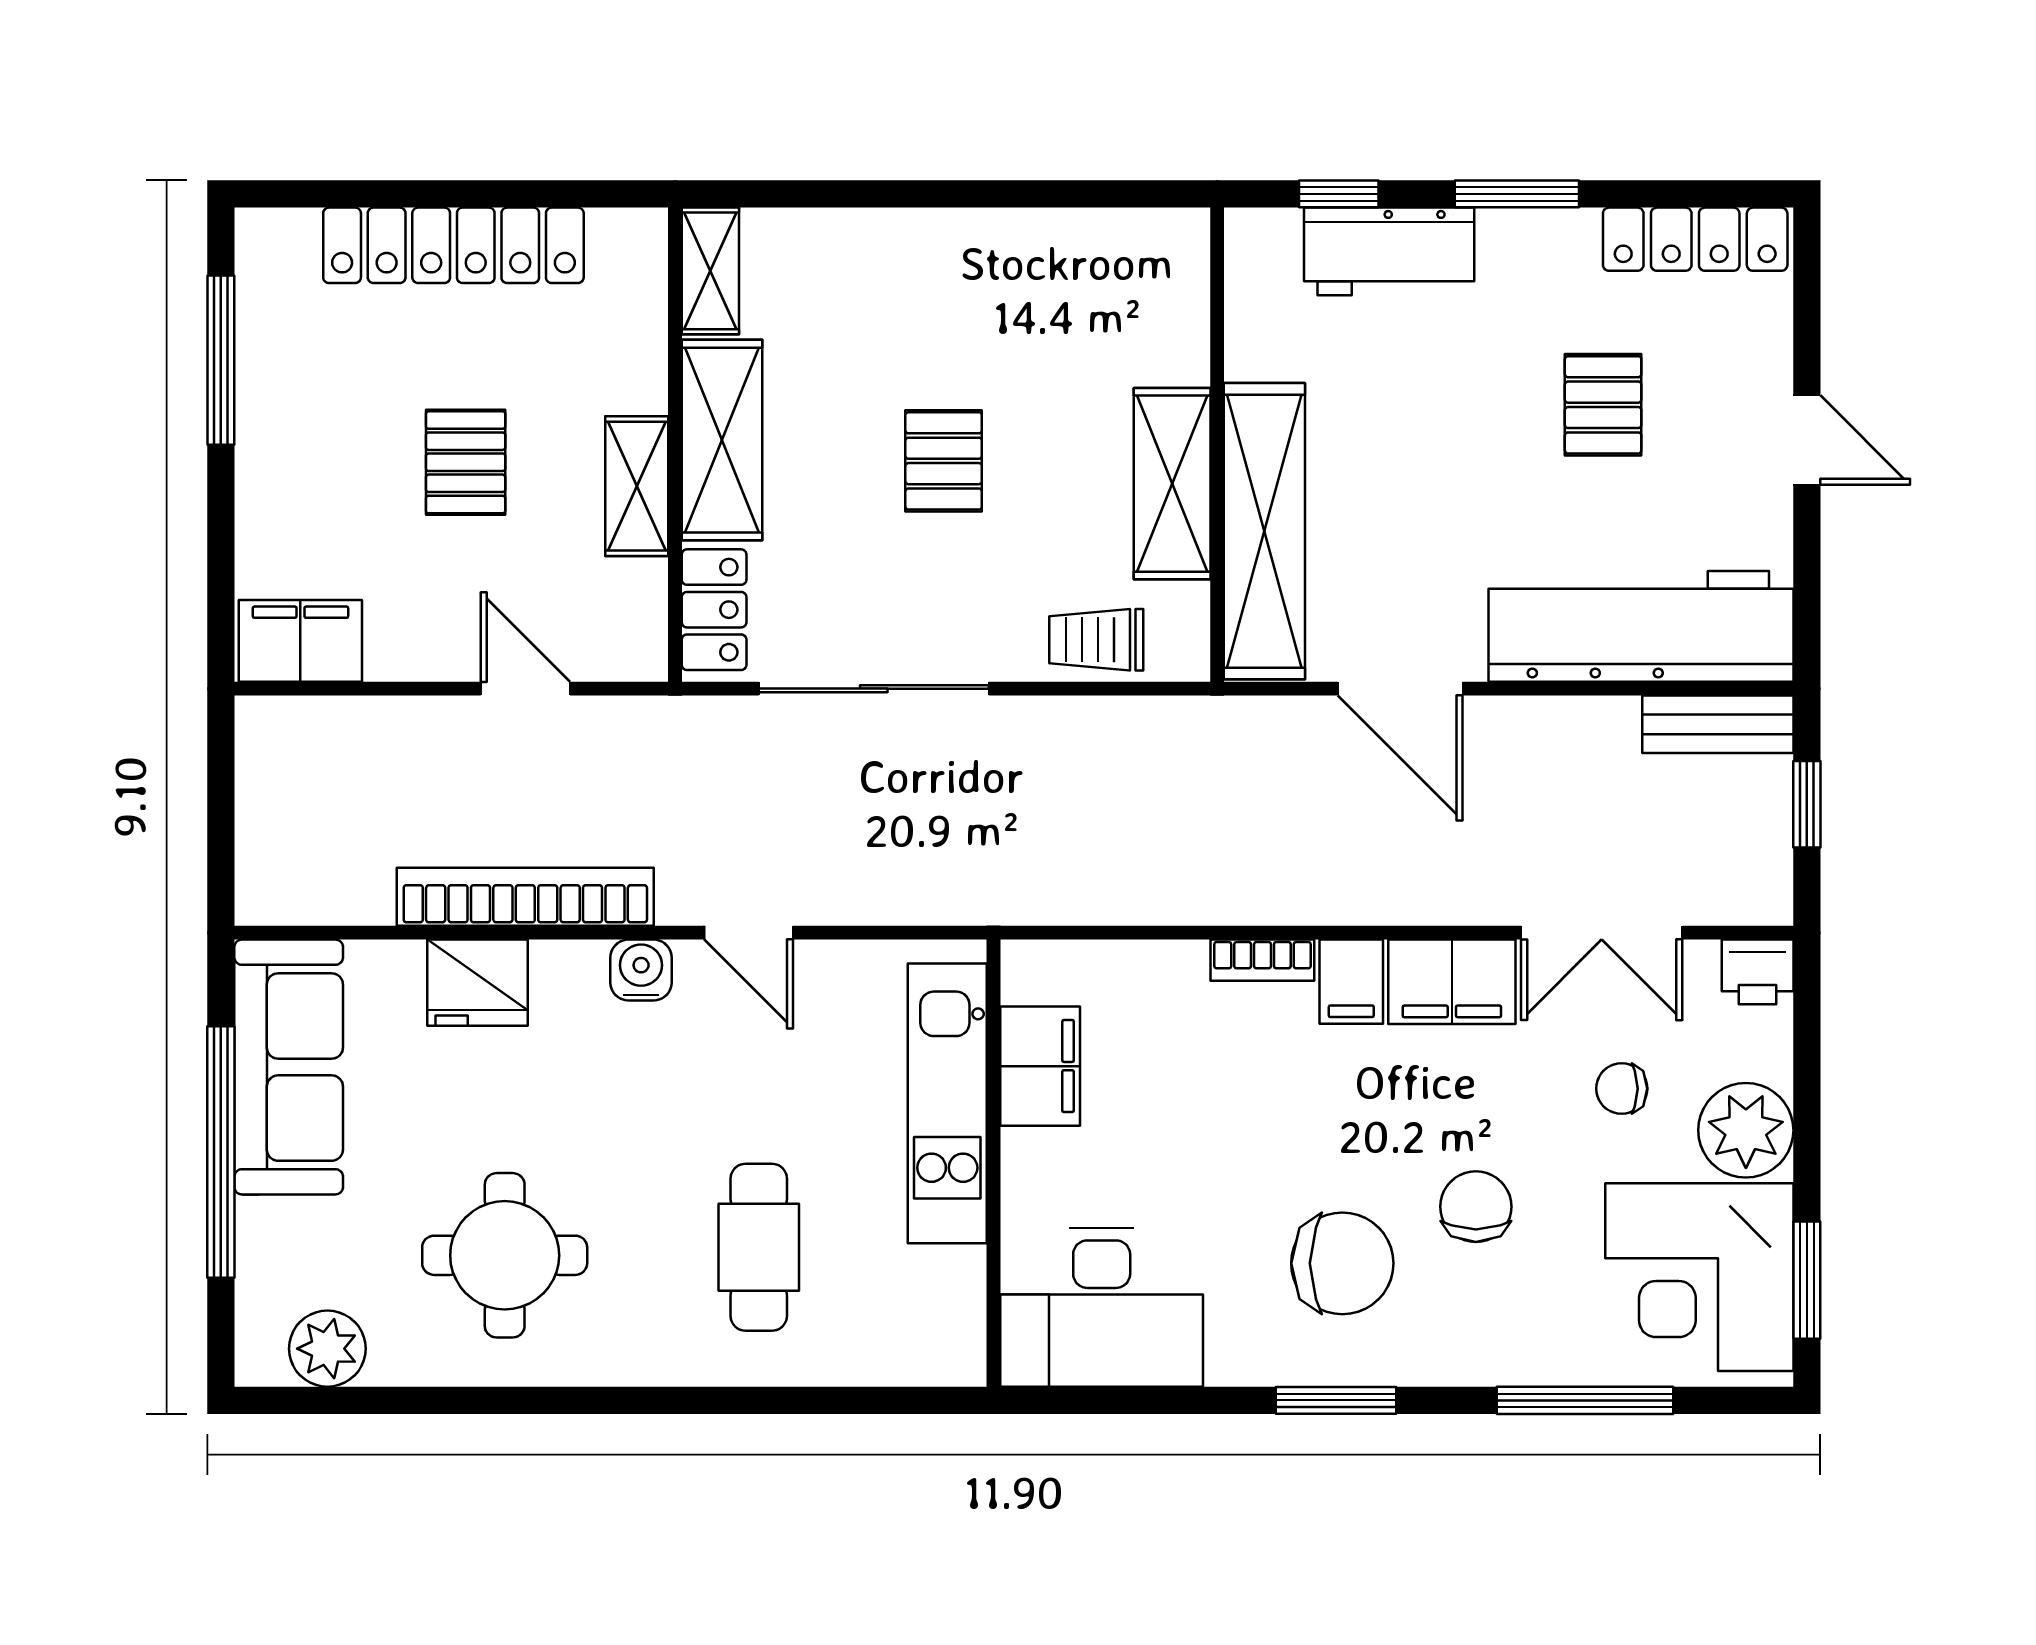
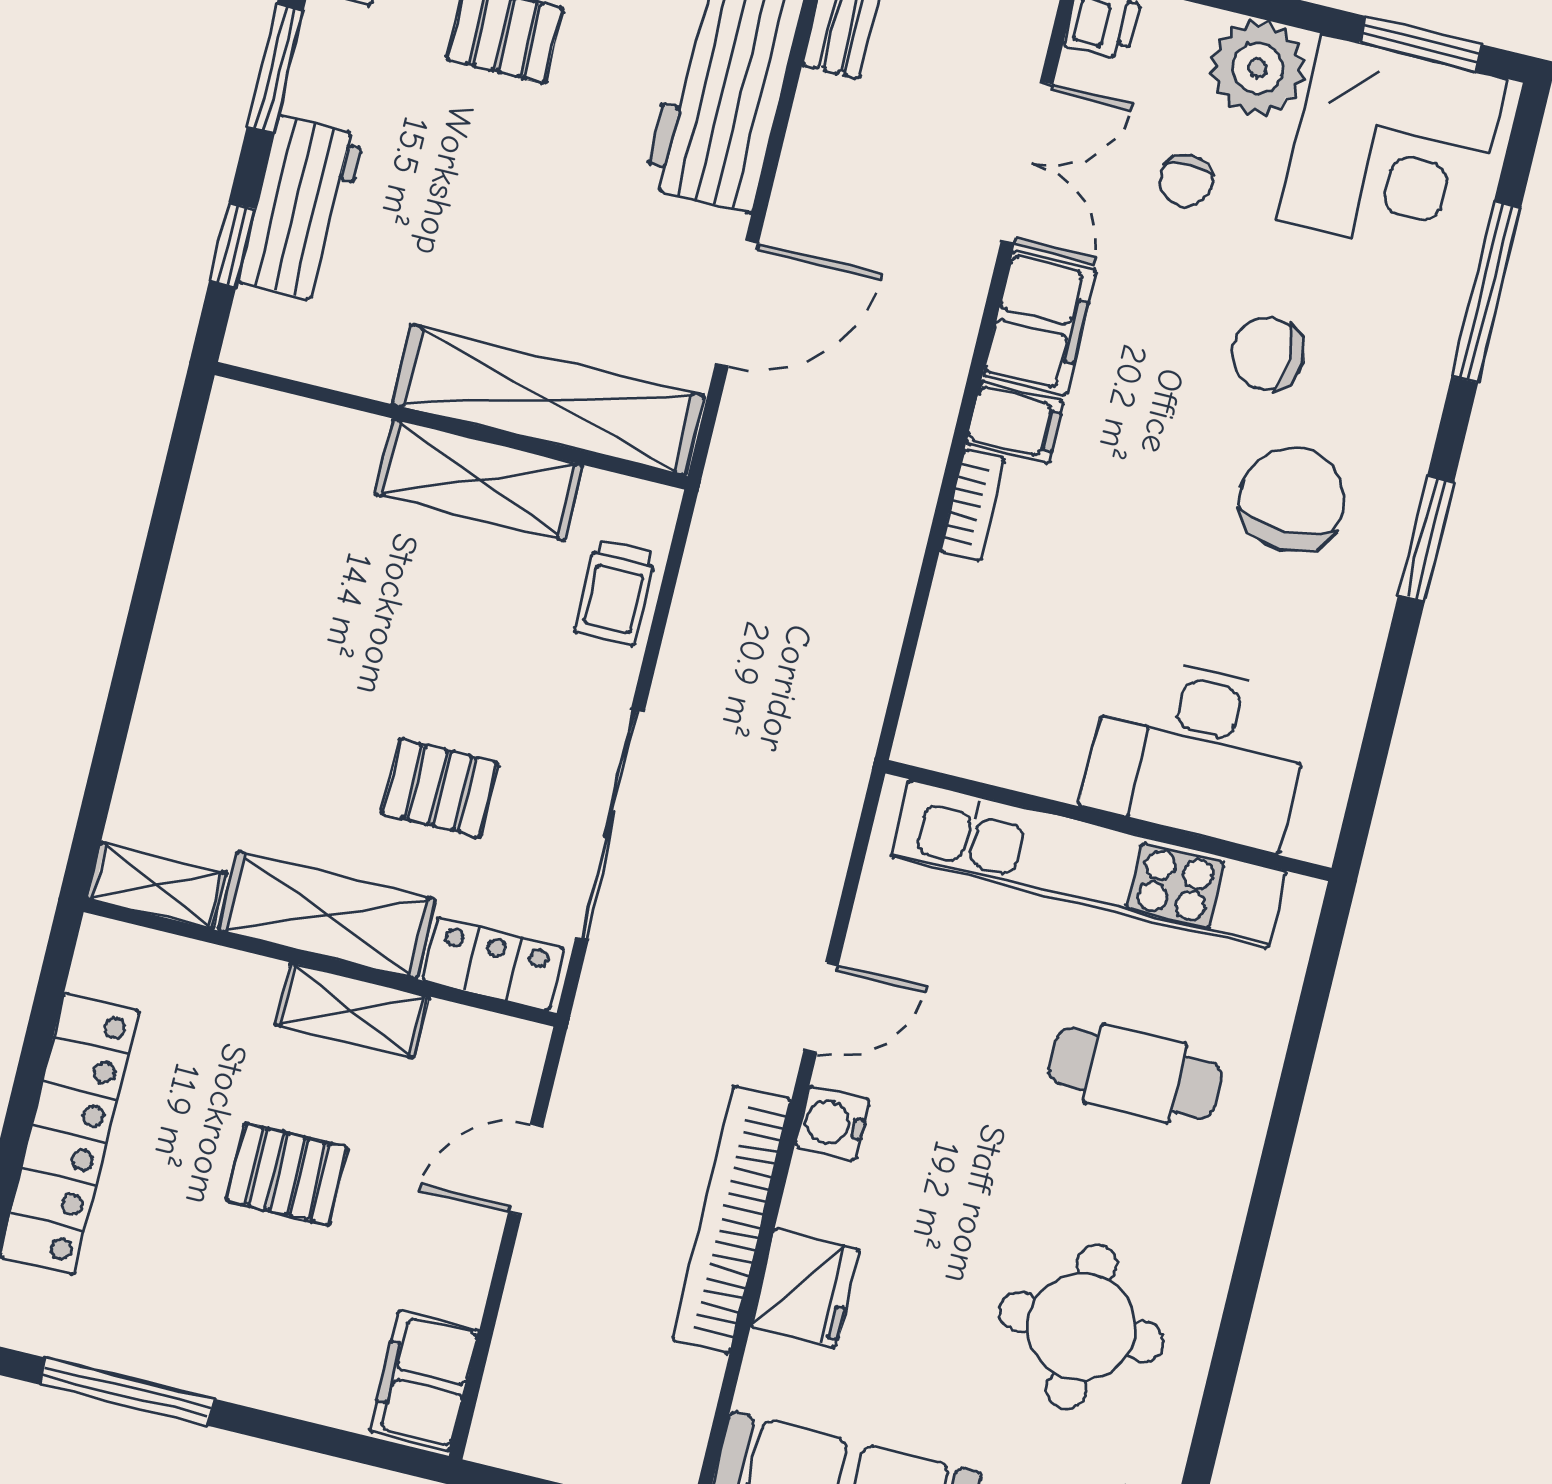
pallet: (944, 461) -> (440, 788), moved
filing cabinet: (1040, 1066) -> (1024, 751), removed
kitchen unit: (947, 1103) -> (1089, 864), width x1.36
desk: (1102, 1307) -> (1198, 752), moved, turned 90

